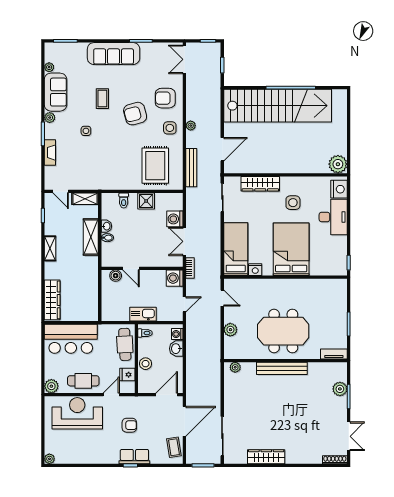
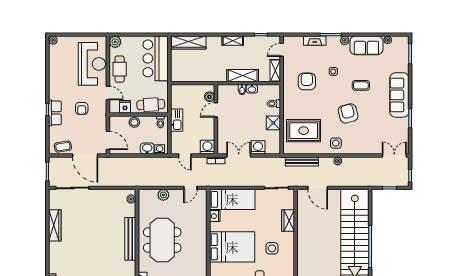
armchair: (165, 98) -> (307, 81), moved
wardrobe: (260, 184) -> (288, 220), width x0.67

